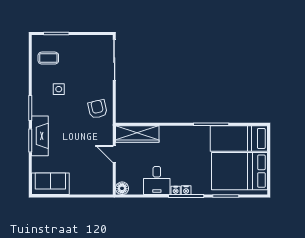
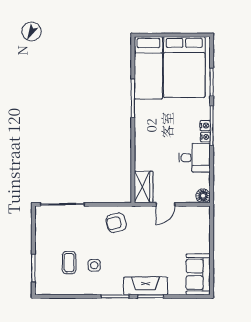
coffee table: (48, 58) -> (69, 263), moved
wardrobe: (137, 134) -> (144, 187), width x0.67

